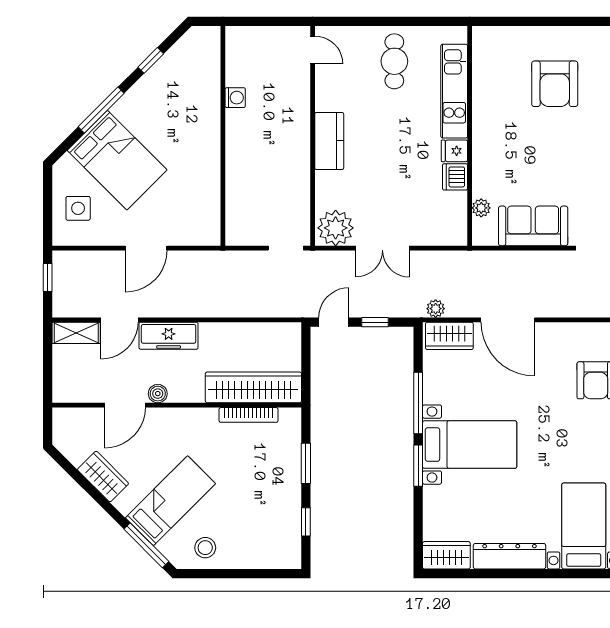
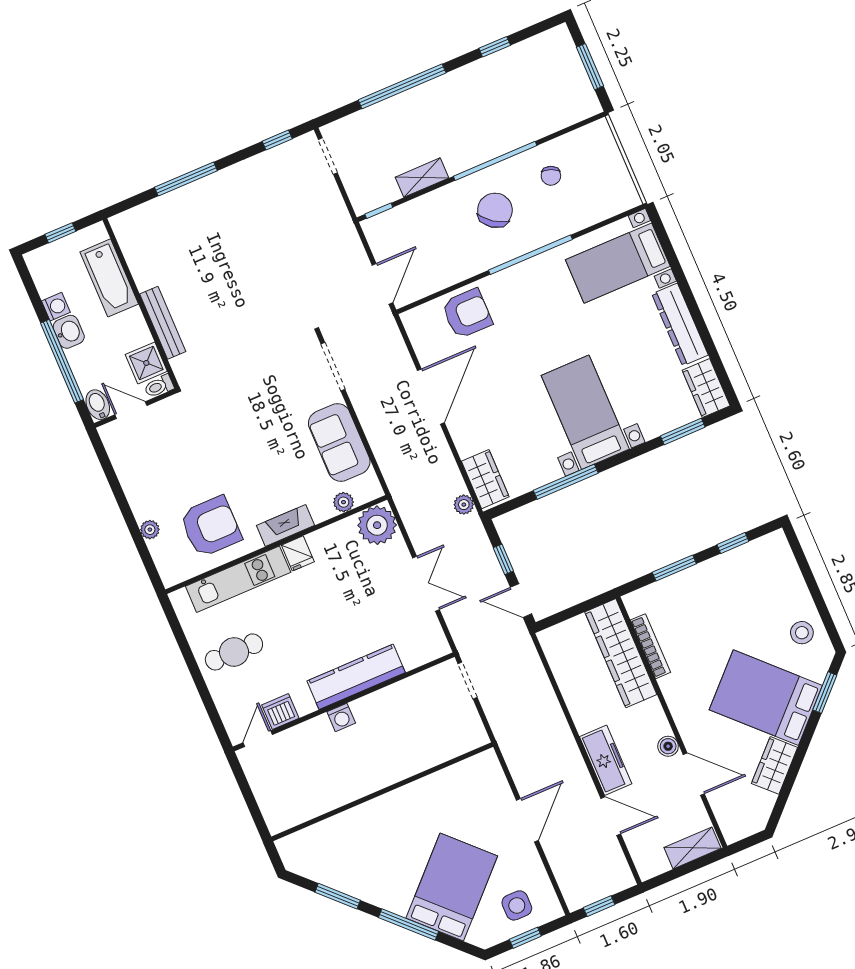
plant: (528, 35) -> (150, 530), added
window: (151, 60) -> (338, 896), width x1.50
armchair: (555, 84) -> (211, 527), moved
washing machine: (235, 98) -> (341, 717), moved, turned 180
kitchen counter: (329, 141) -> (356, 677), width x1.50
fireplace: (483, 151) -> (285, 525), added
dishwasher: (455, 177) -> (280, 712), moved, turned 180
window: (48, 204) -> (525, 938), added
plant: (336, 228) -> (377, 525), moved
door: (146, 248) -> (527, 820), hinge flipped
door: (508, 320) -> (431, 397), moved
shelving: (76, 333) -> (693, 848), moved, turned 90
window: (418, 466) -> (683, 432), moved
bed: (170, 501) -> (766, 698), width x1.50
window: (146, 545) -> (825, 693), width x0.69

